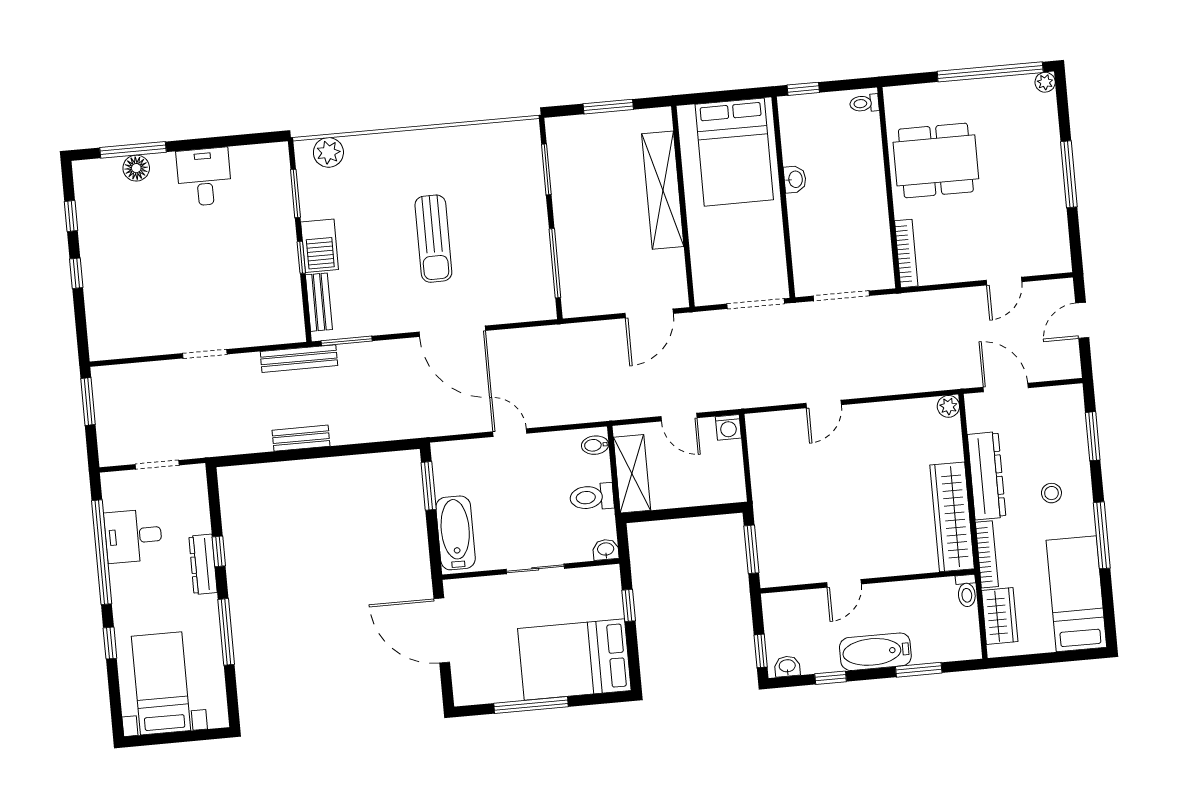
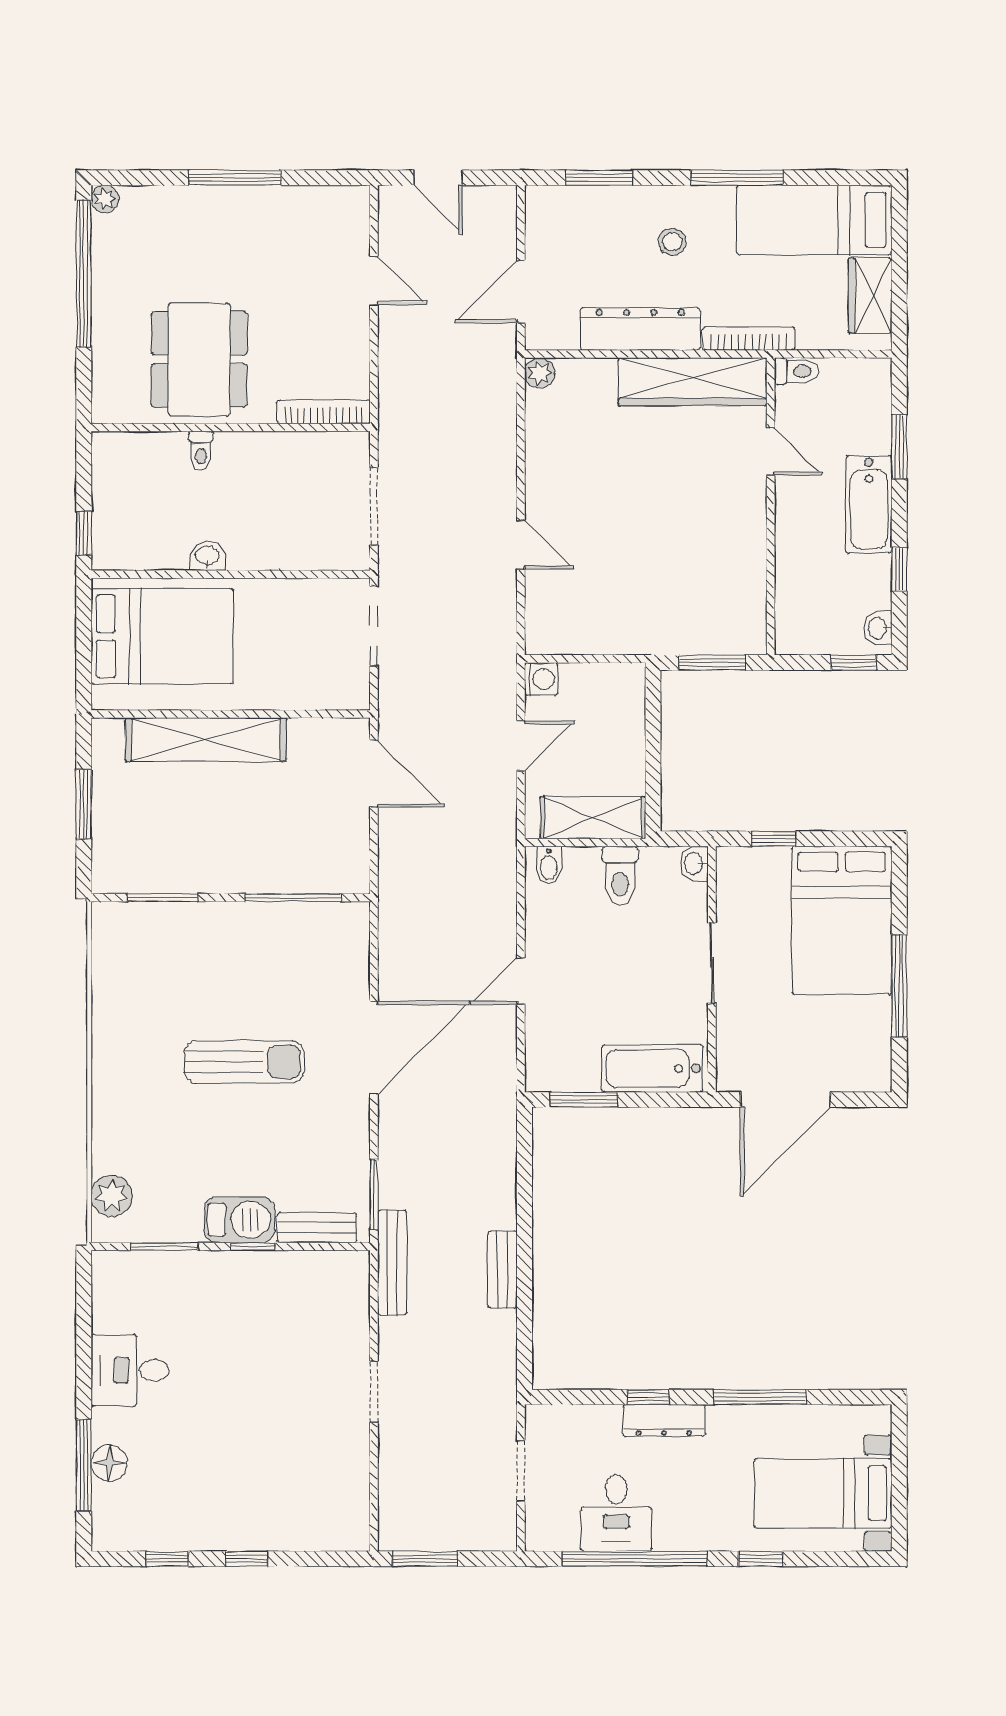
toilet: (864, 103) -> (201, 451), moved
door: (844, 583) -> (771, 451), moved
wardrobe: (1000, 616) -> (870, 295), moved, turned -90

